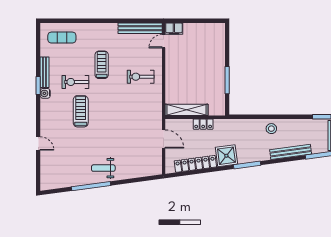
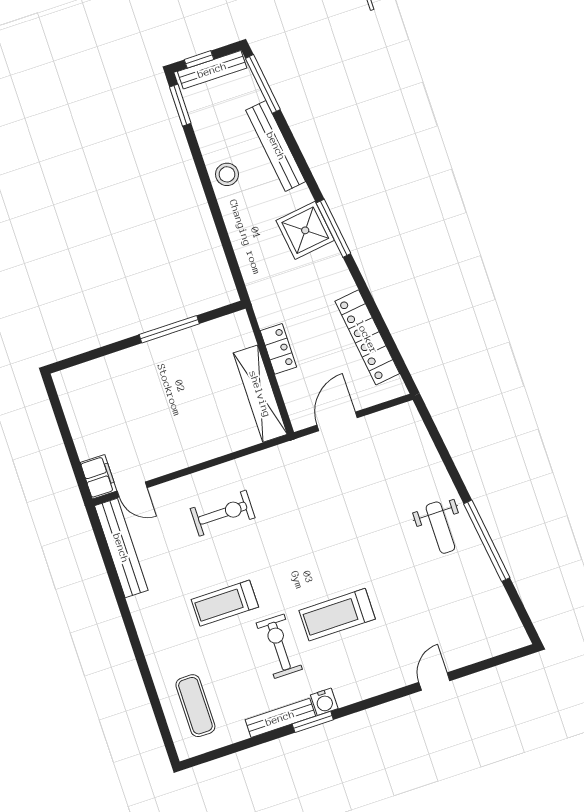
exercise bike: (141, 77) -> (223, 513), turned -90
exercise bike: (75, 82) -> (279, 646), turned 180
stool: (271, 129) -> (227, 174), moved
shower: (226, 156) -> (305, 230), moved

